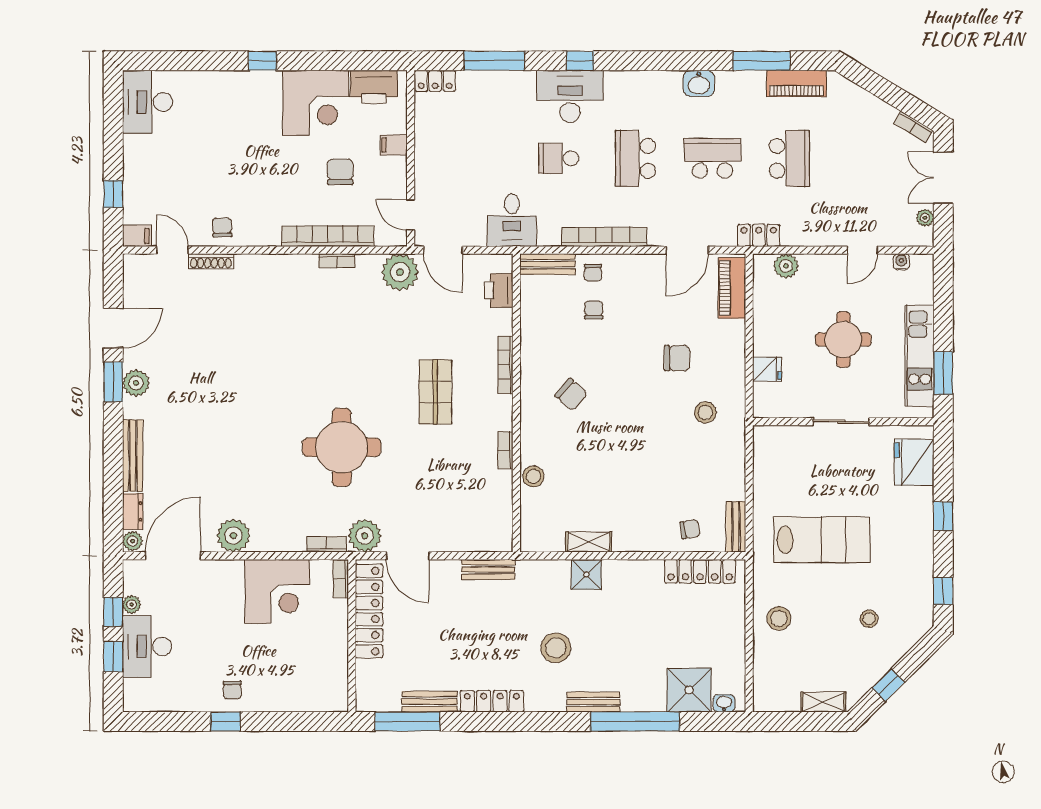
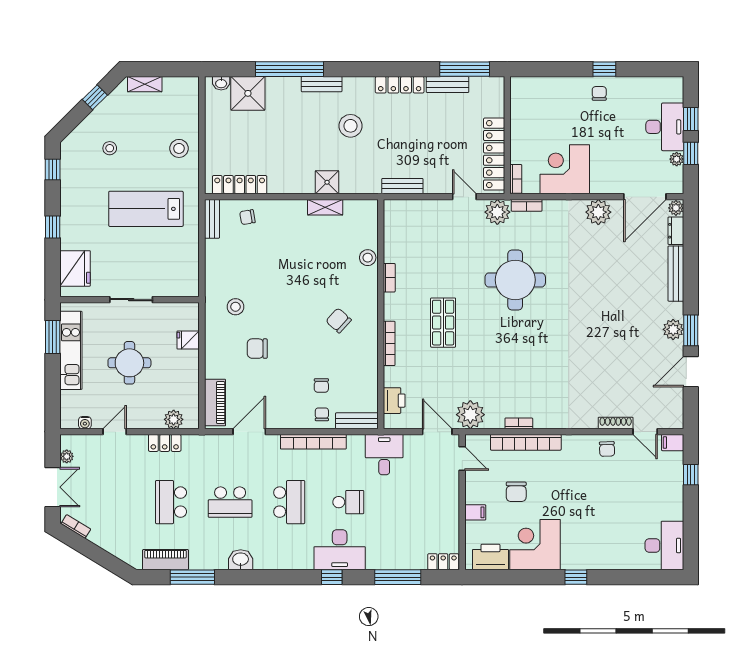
locker: (759, 235) -> (165, 443), moved
door: (408, 556) -> (464, 197), width x0.73

